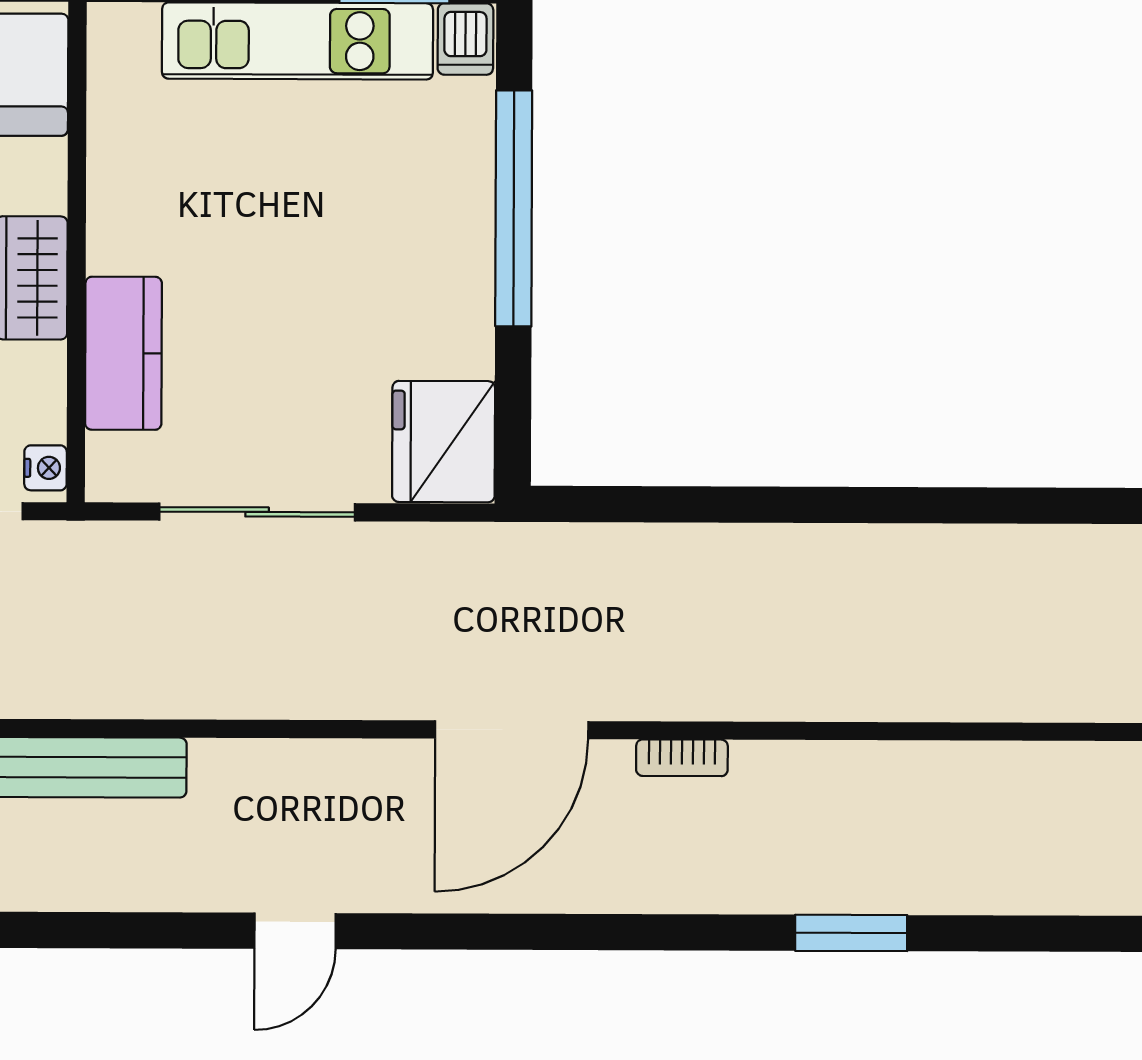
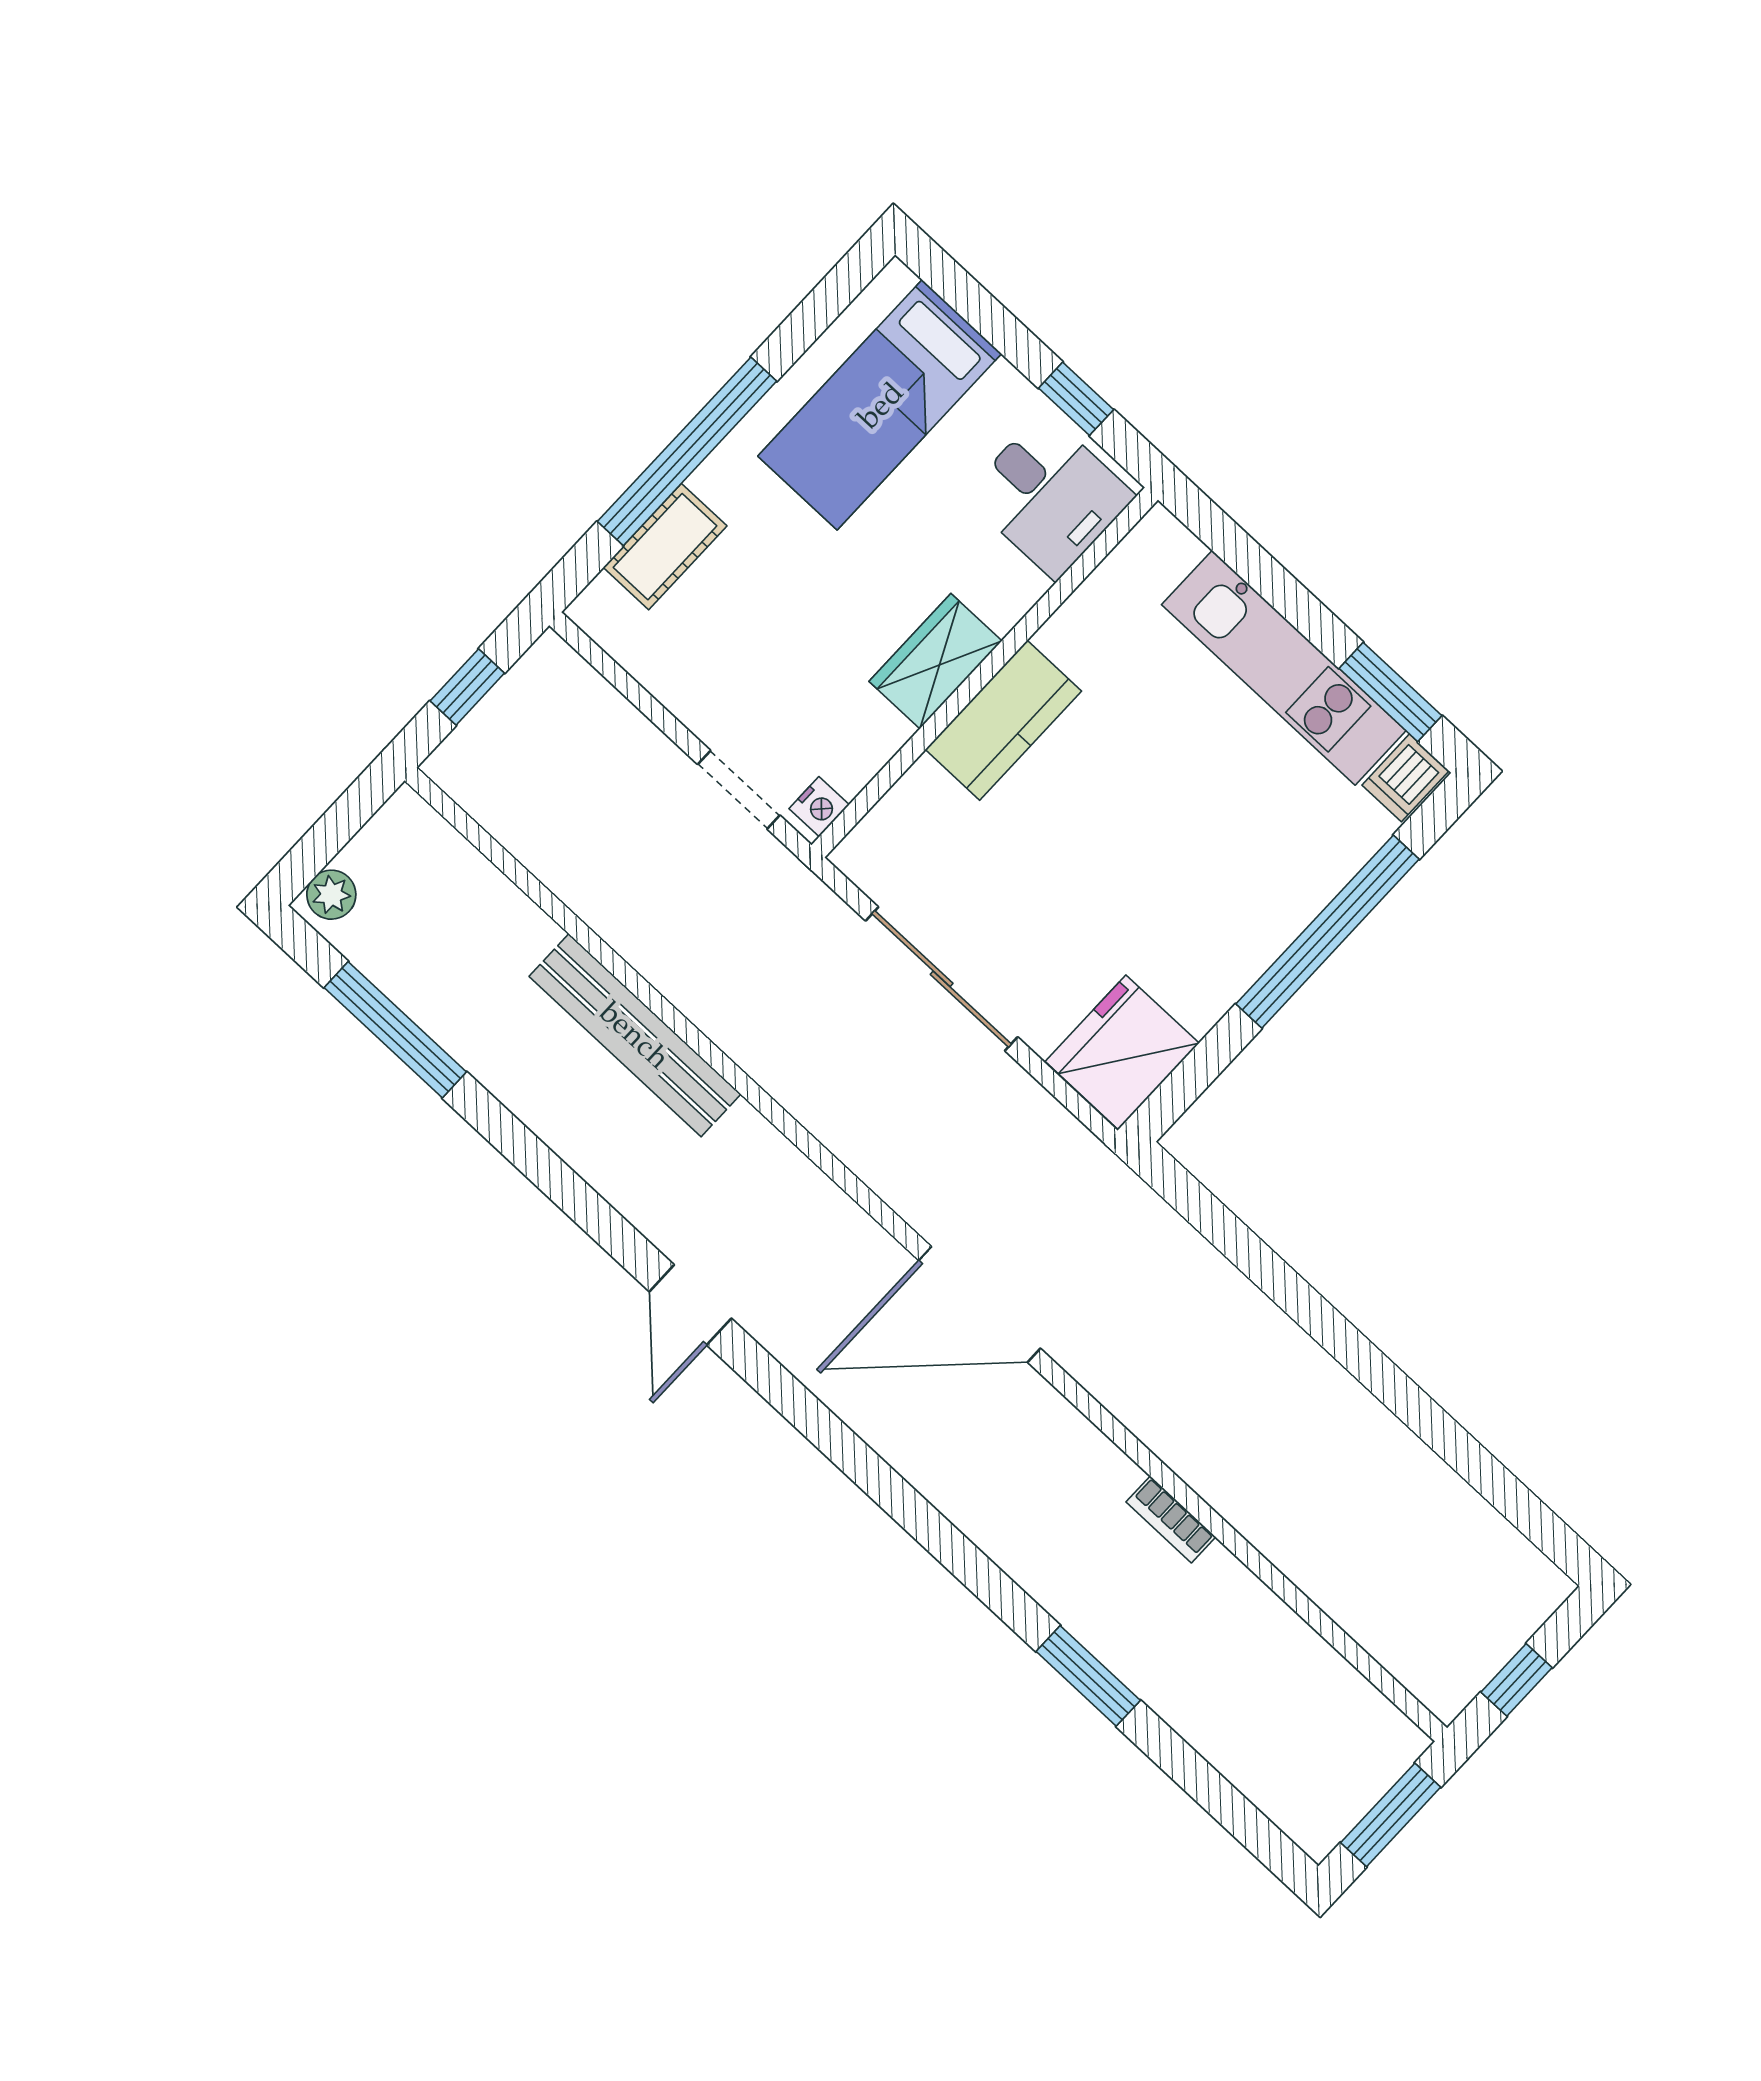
kitchen counter: (123, 353) -> (1003, 720), moved
bookcase: (682, 758) -> (1171, 1519), moved
door: (295, 931) -> (690, 1305), hinge flipped

